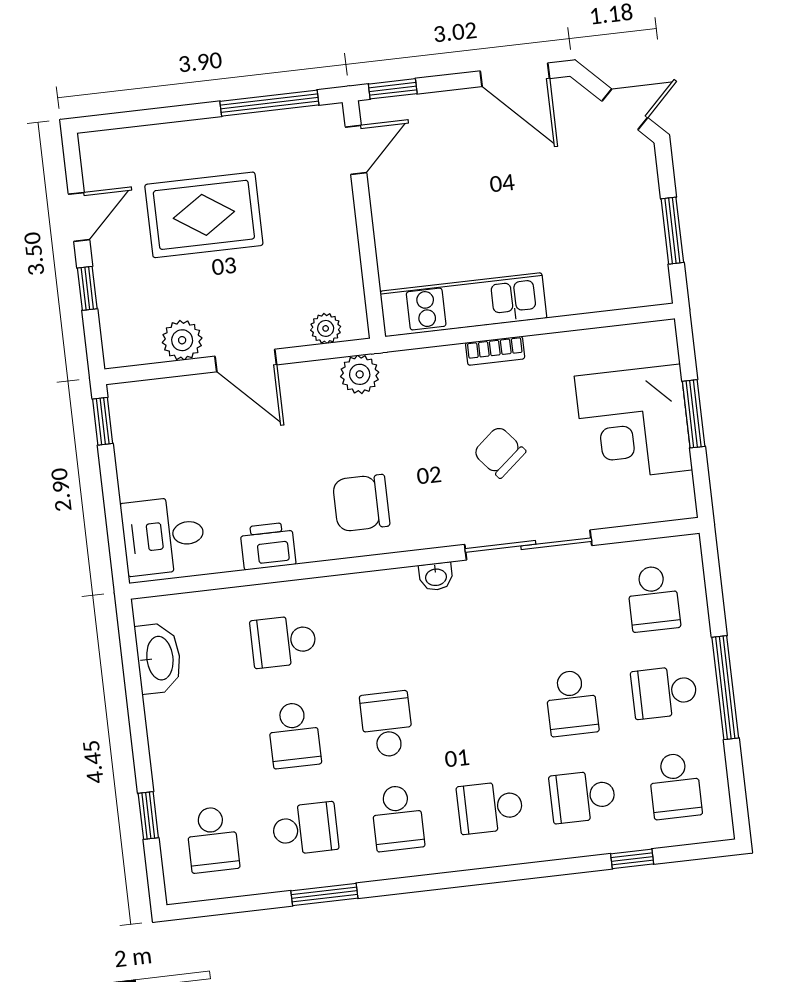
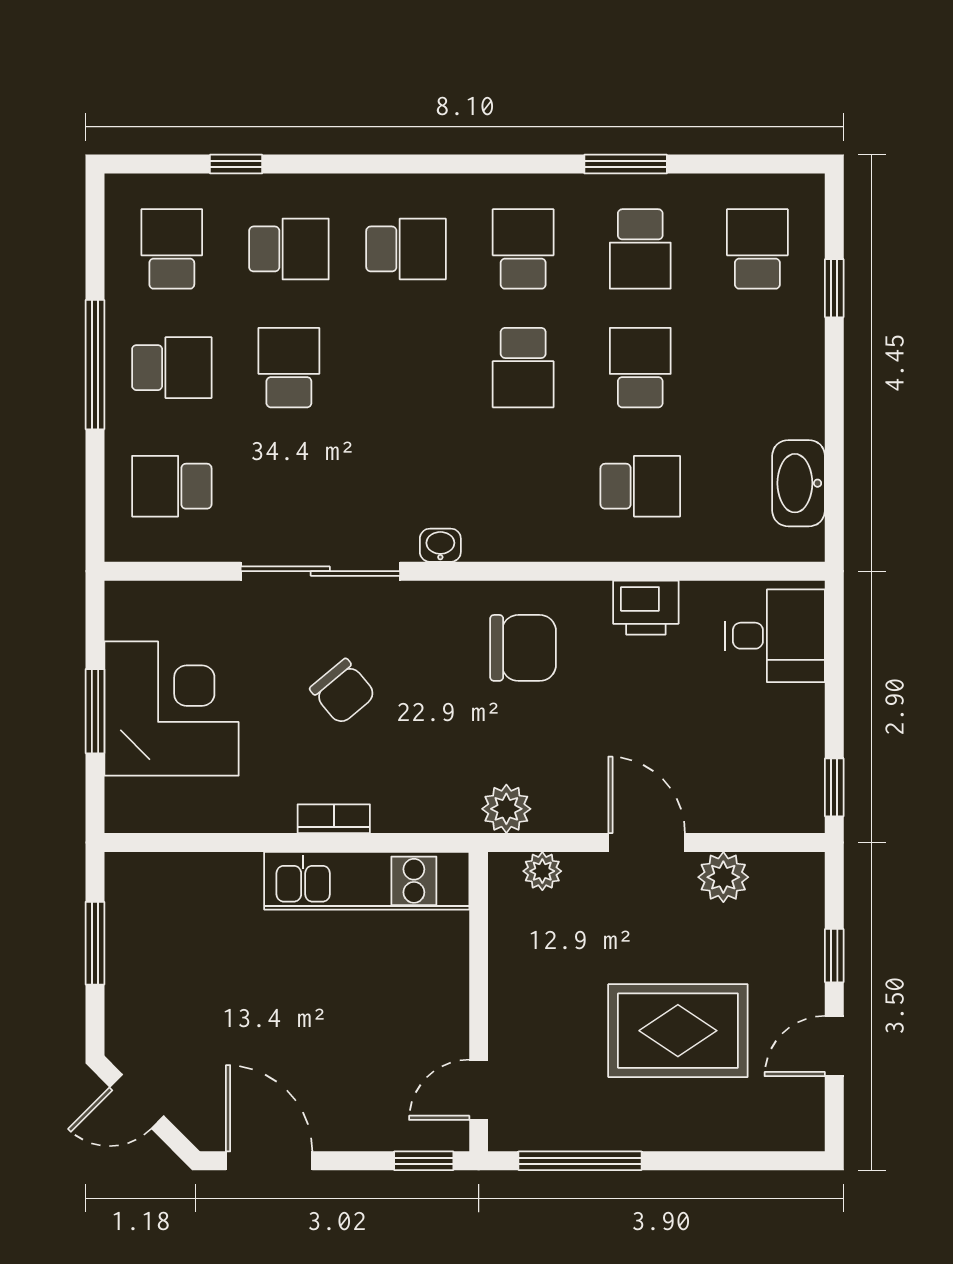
school desk: (653, 599) -> (172, 486), turned -90
school desk: (305, 829) -> (640, 249), turned -90

